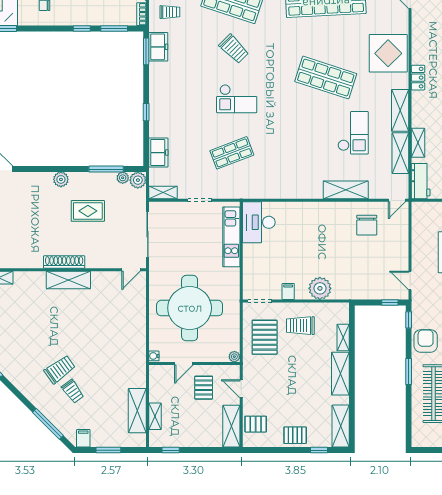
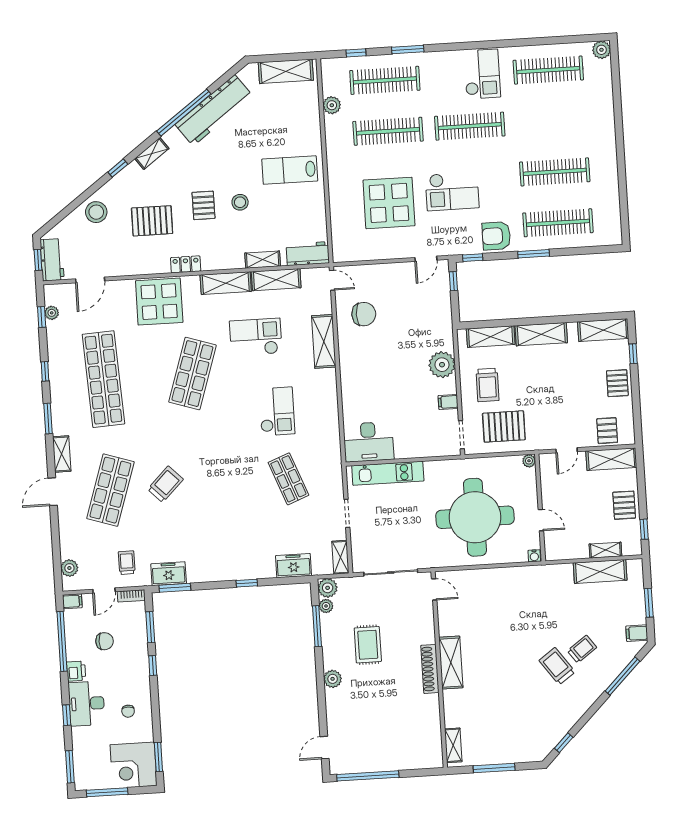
checkout: (237, 99) -> (277, 411), moved
shelving: (343, 338) -> (491, 337), width x1.50, depth x1.33
pallet: (204, 388) -> (624, 505), moved, turned 90

